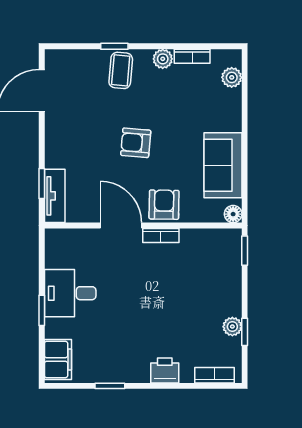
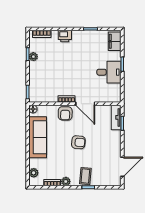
sofa: (223, 165) -> (38, 137), width x1.36

